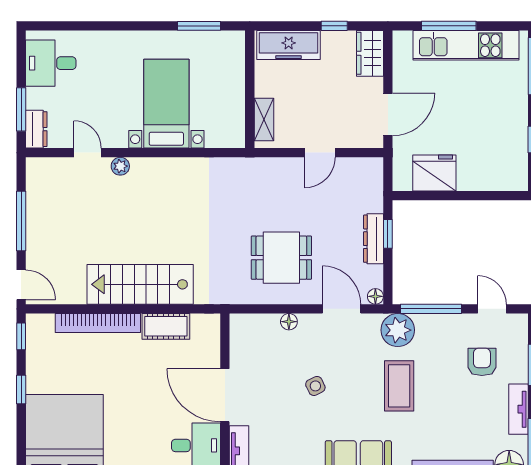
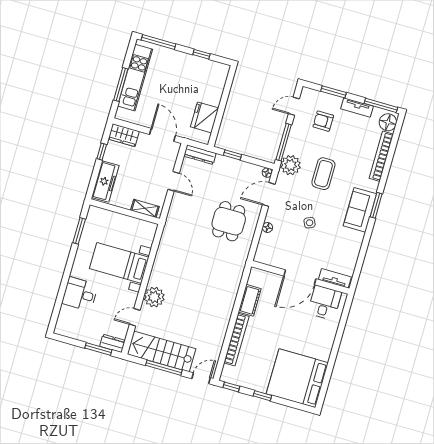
desk: (51, 63) -> (80, 294), moved, turned 90
plant: (120, 166) -> (154, 297), width x1.87, depth x1.87
dresser: (374, 239) -> (200, 155), moved
stairs: (140, 284) -> (161, 351), moved, turned 90
coffee table: (399, 386) -> (323, 174), turned 90

